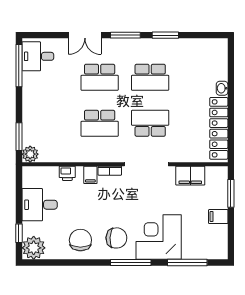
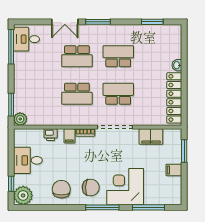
window: (165, 35) -> (152, 22), moved
school desk: (150, 77) -> (118, 56), turned 180

